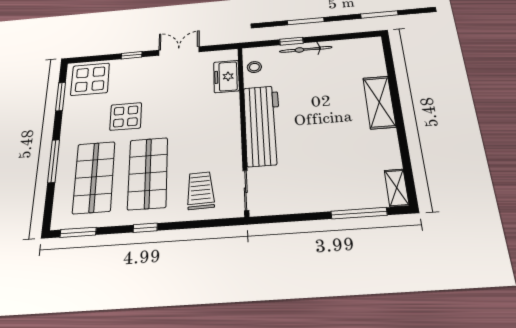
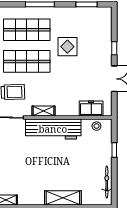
bicycle: (306, 49) -> (107, 182), moved
display table: (90, 79) -> (98, 22), removed
shelving: (233, 142) -> (44, 111), added

